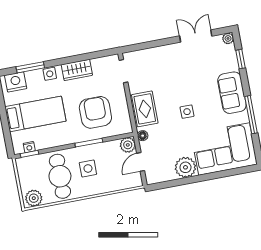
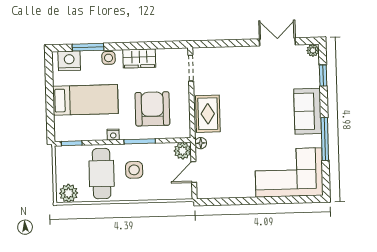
side table: (187, 112) -> (254, 124), removed
nightstand: (29, 147) -> (113, 135), moved
plant: (185, 167) -> (243, 186), removed

